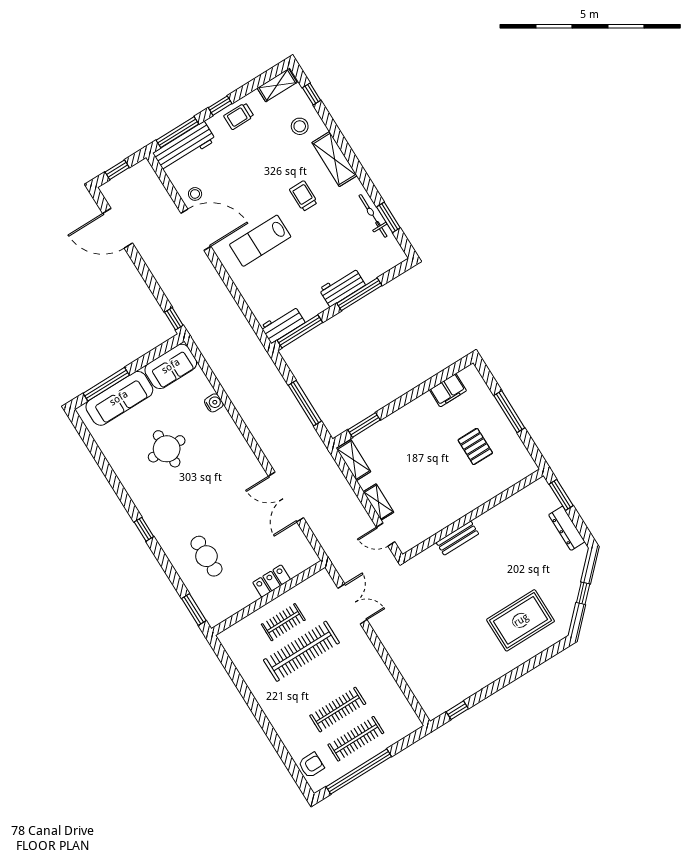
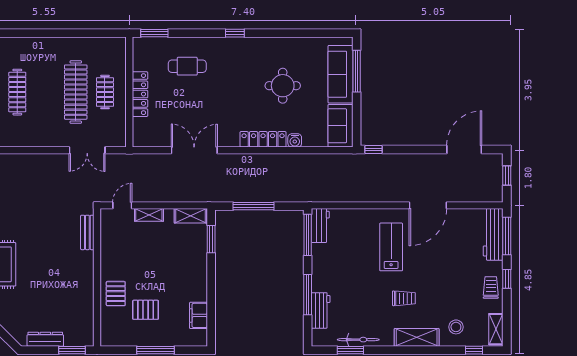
stool: (195, 194) -> (454, 221), removed
workbench: (342, 287) -> (321, 310), moved
locker: (232, 435) -> (263, 139), added
pallet: (478, 486) -> (116, 294), added
bench: (457, 538) -> (87, 232), moved
locker: (272, 581) -> (140, 94), width x1.53

